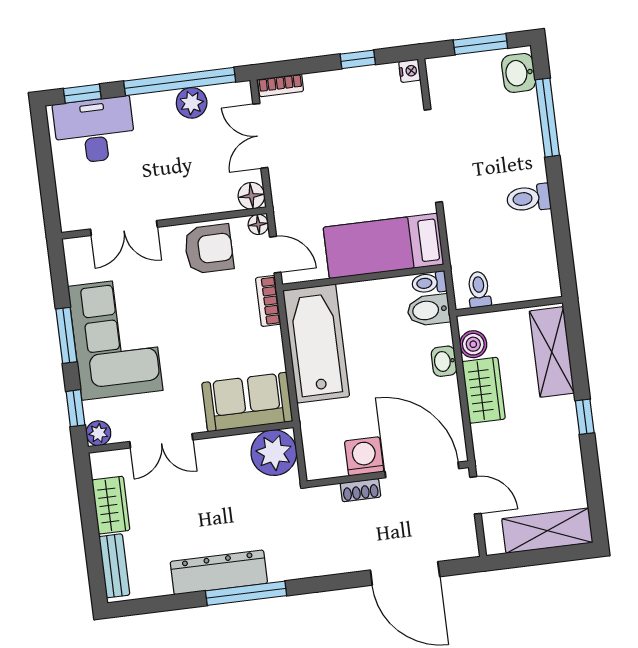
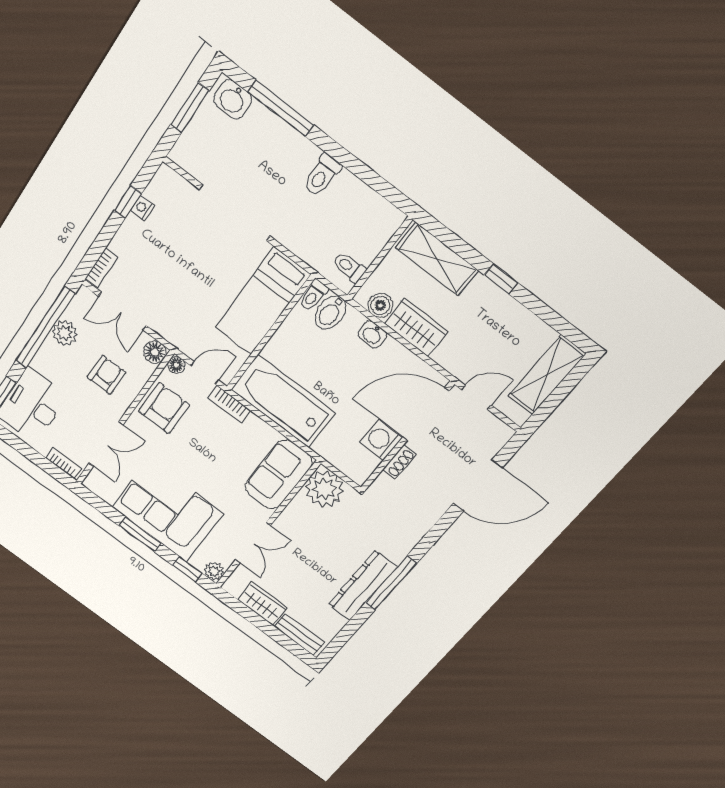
nightstand: (410, 71) -> (142, 208), moved, turned -90
armchair: (189, 172) -> (106, 375), added
bookcase: (66, 206) -> (63, 463), added

